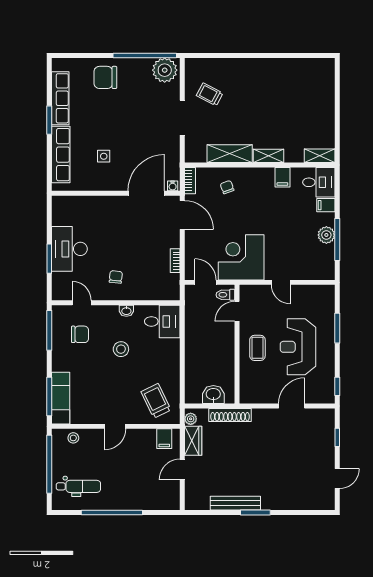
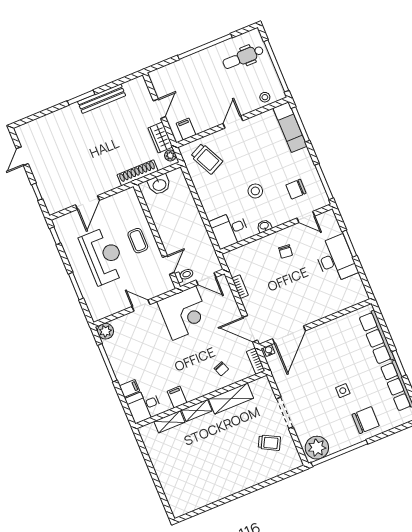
side table: (104, 156) -> (343, 391), moved
shelving: (320, 156) -> (169, 422), moved
plant: (326, 235) -> (105, 331), moved

